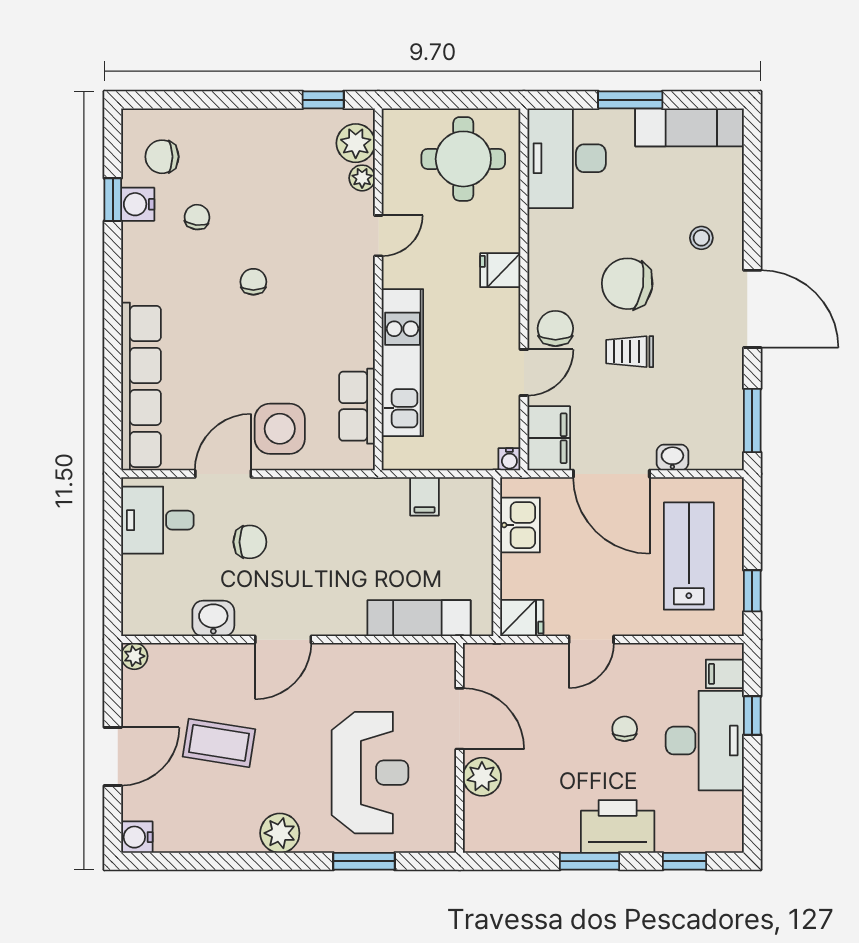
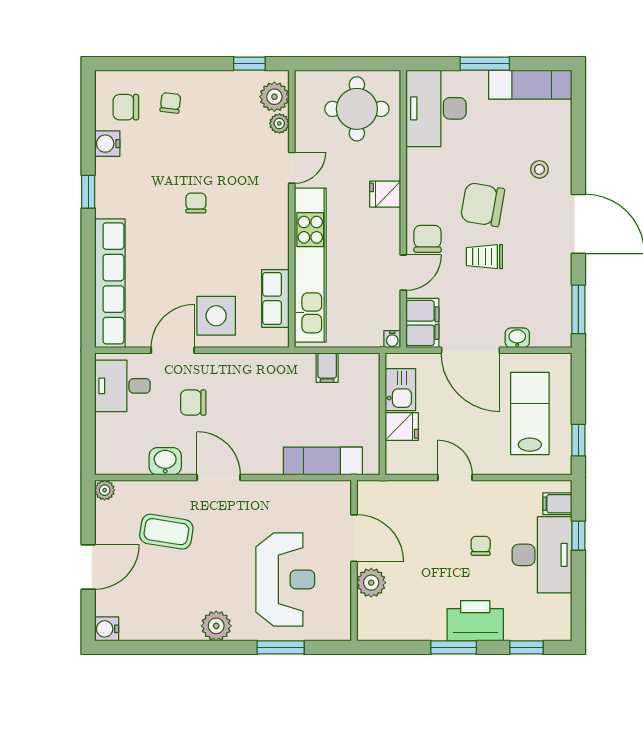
window: (113, 200) -> (88, 192), moved
chair: (197, 217) -> (170, 103), moved
kitchen unit: (402, 363) -> (310, 265), width x1.36
chair: (250, 542) -> (193, 403), turned 180
fridge: (522, 618) -> (402, 427), moved
door: (283, 640) -> (219, 477), swing flipped
door: (591, 640) -> (455, 477), swing flipped
coffee table: (219, 743) -> (166, 532), moved

